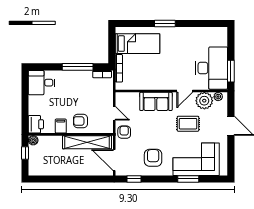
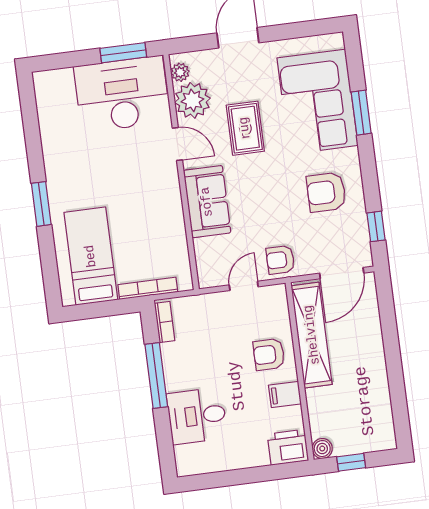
desk: (42, 83) -> (197, 416), moved, turned 90
armchair: (81, 121) -> (269, 354), turned 90

